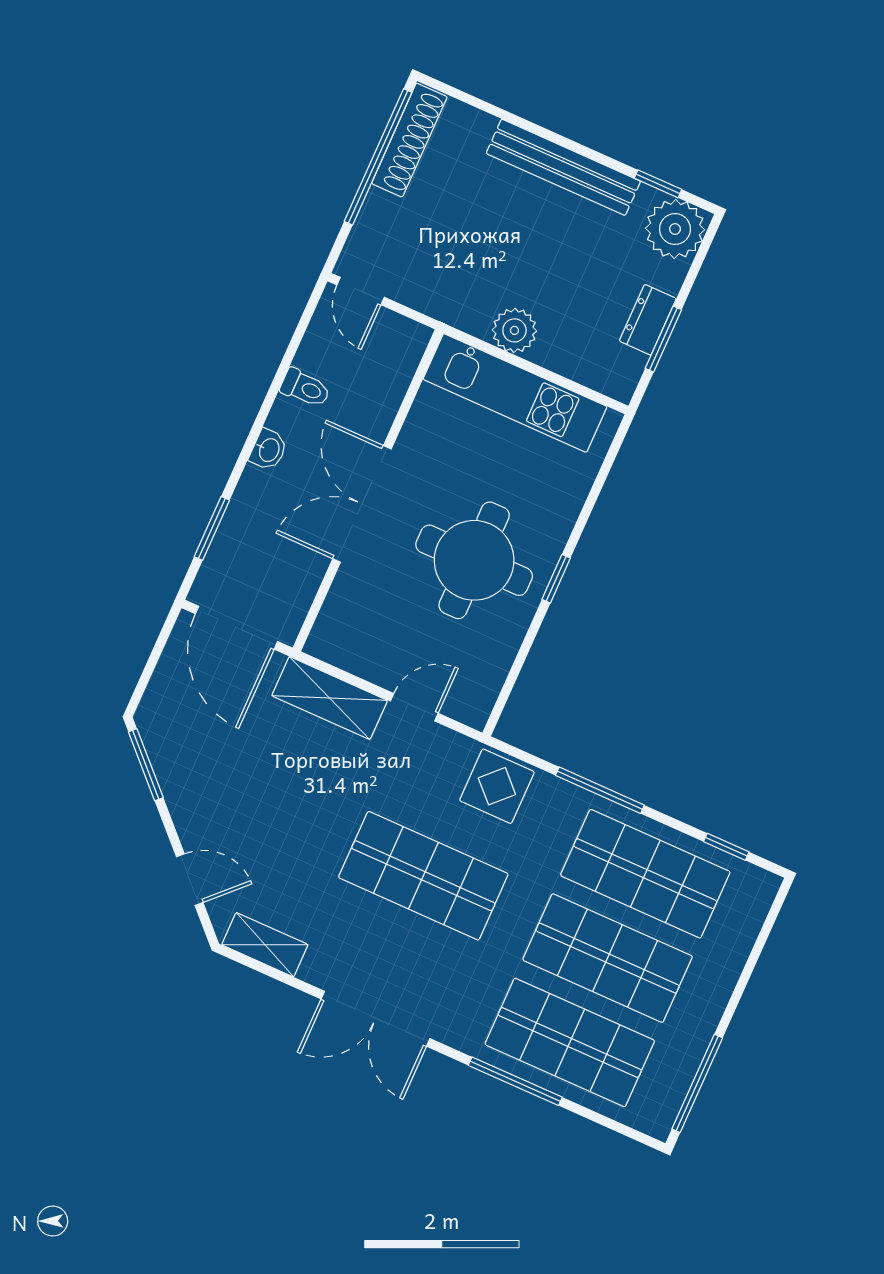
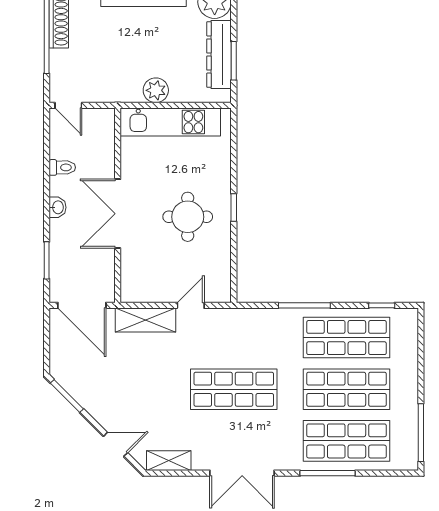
dresser: (648, 320) -> (219, 55), width x1.96, depth x1.24
round table: (474, 560) -> (188, 217), width x0.73, depth x0.73
display table: (497, 786) -> (251, 327), removed

